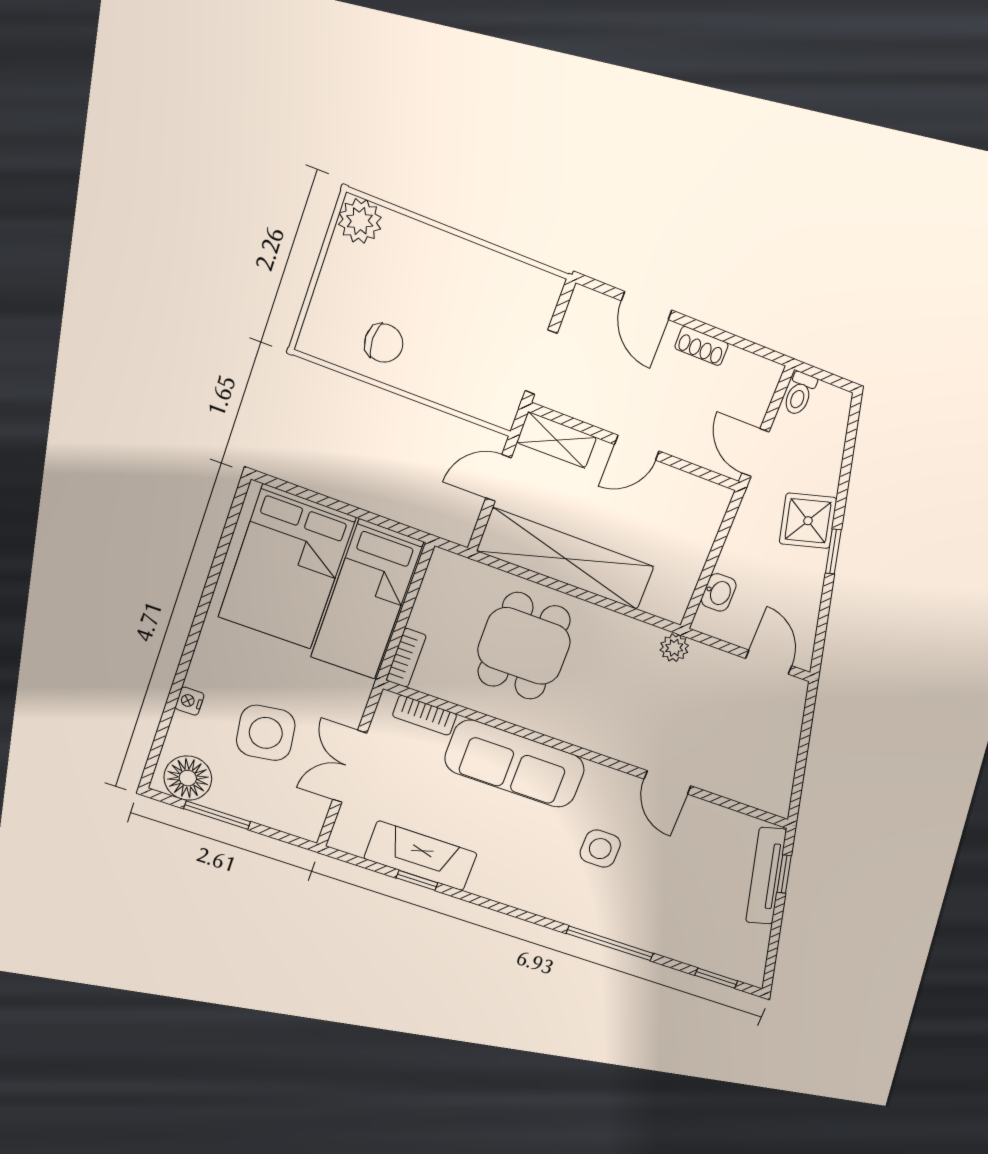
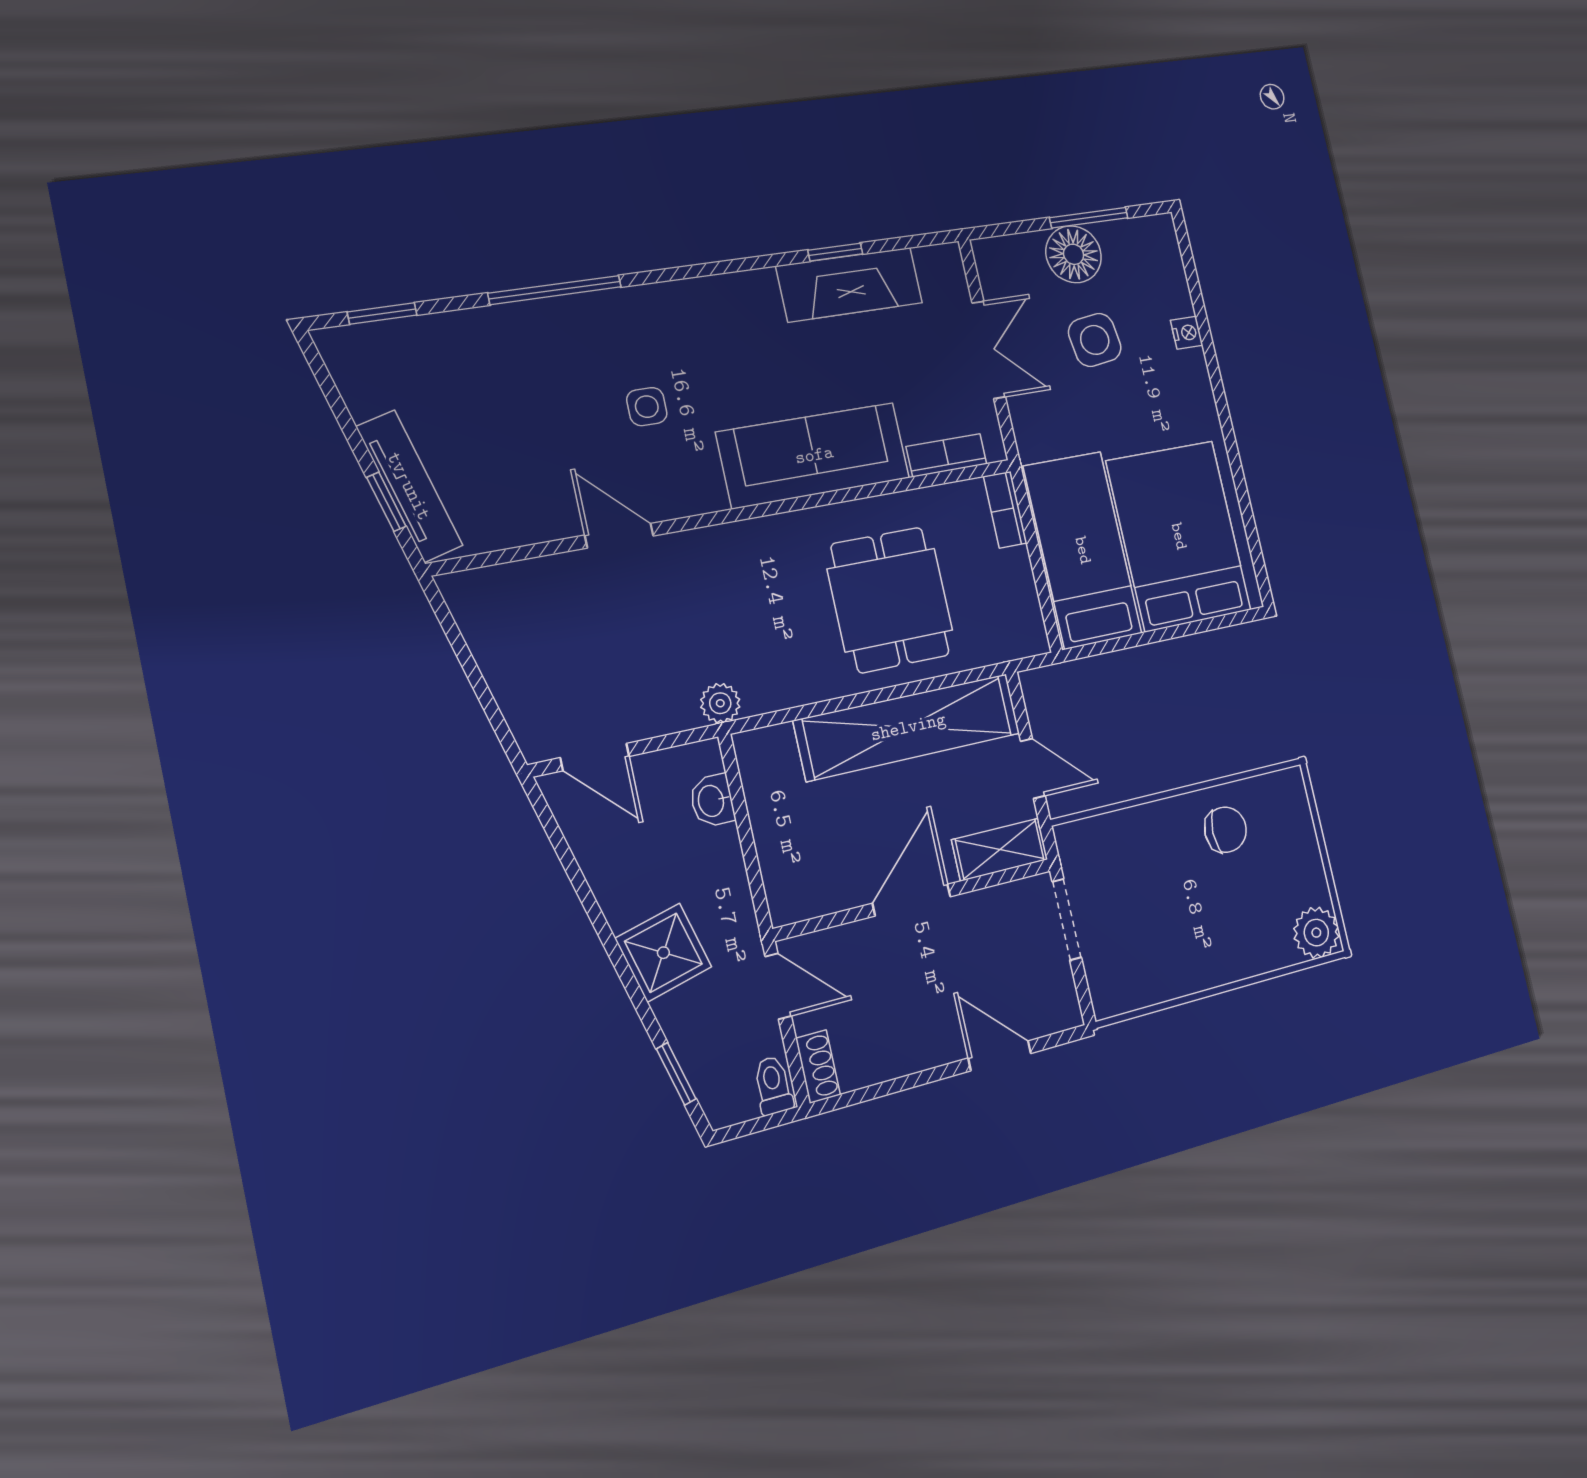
chair: (384, 343) -> (1225, 830), turned 180
shoe rack: (702, 346) -> (818, 1067), moved, turned 90
door: (637, 448) -> (912, 900), width x1.38
door: (498, 478) -> (1033, 768), hinge flipped
window: (833, 551) -> (676, 1074), moved
side table: (266, 733) -> (1095, 340), width x0.73, depth x0.73
floor lamp: (188, 778) -> (1074, 254), moved
side table: (600, 849) -> (647, 407), width x0.73, depth x0.73

